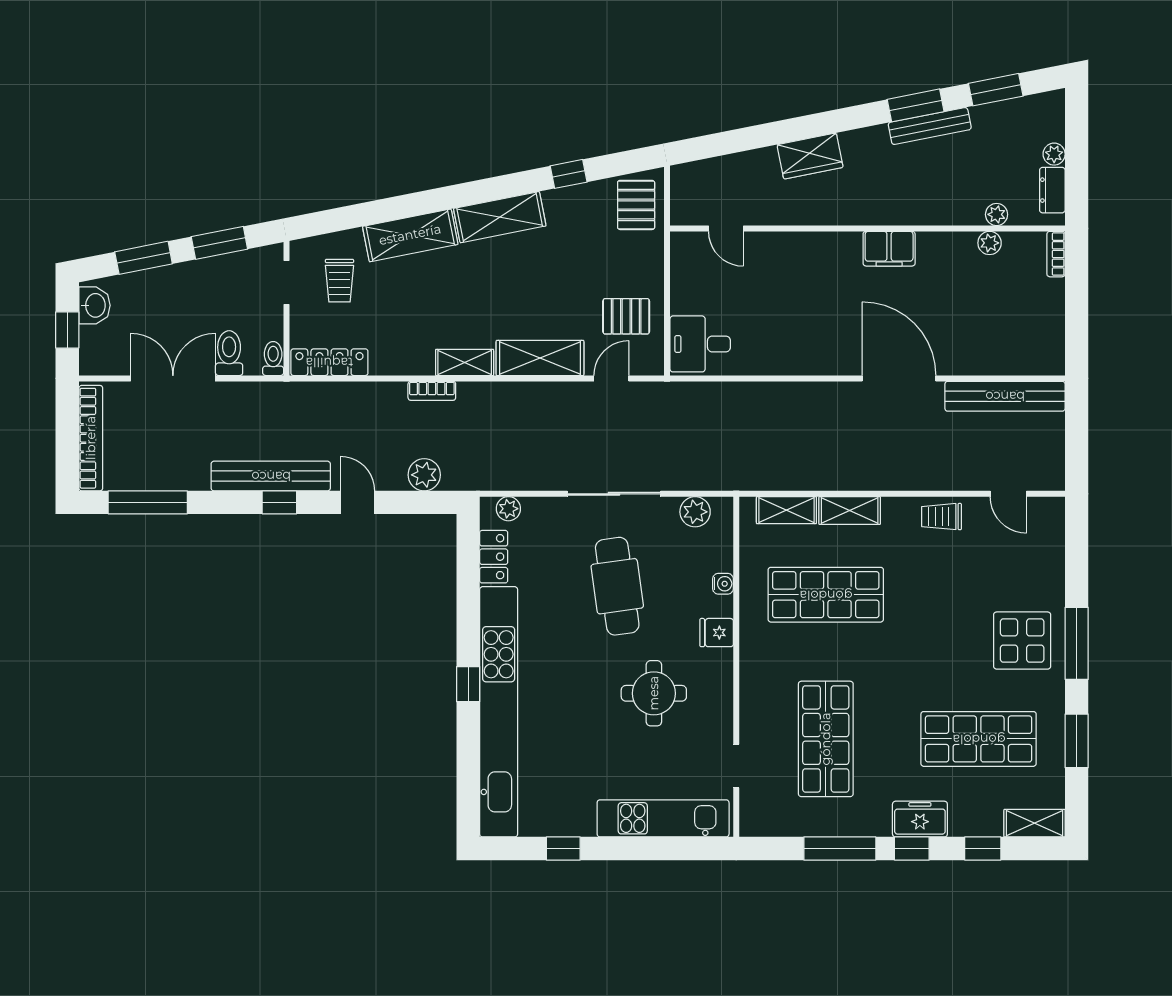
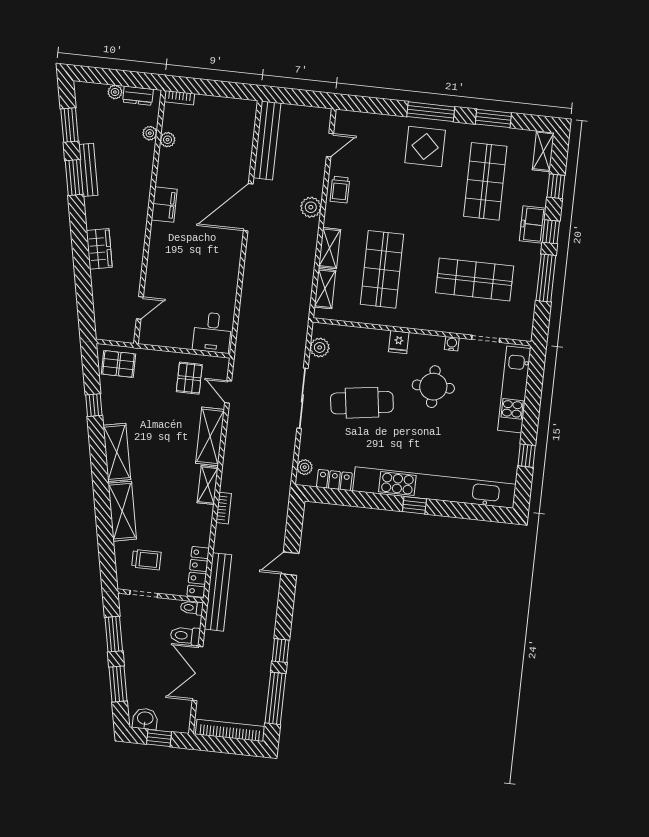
plant: (424, 475) -> (311, 207), moved
bench: (271, 476) -> (218, 592), moved
window: (279, 502) -> (281, 651), moved
water cooler: (723, 584) -> (452, 344), moved

